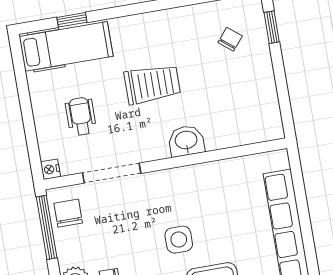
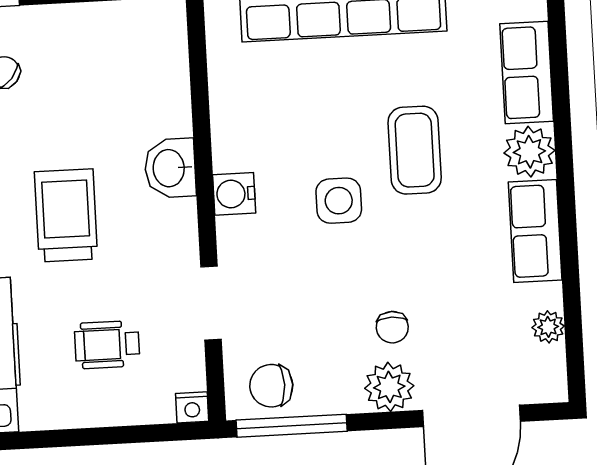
doorway: (112, 173) -> (211, 303), width x0.73
water cooler: (176, 179) -> (234, 194), added

